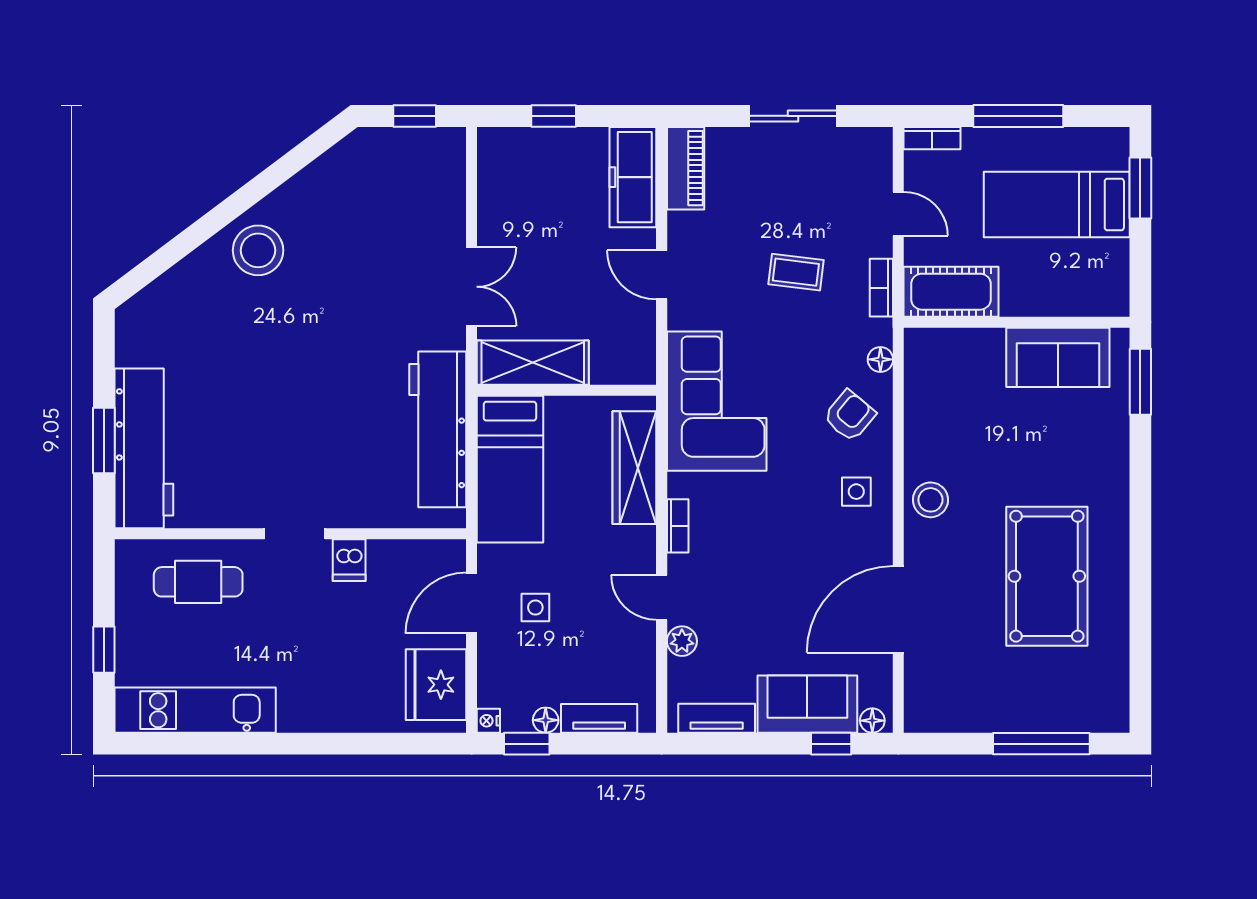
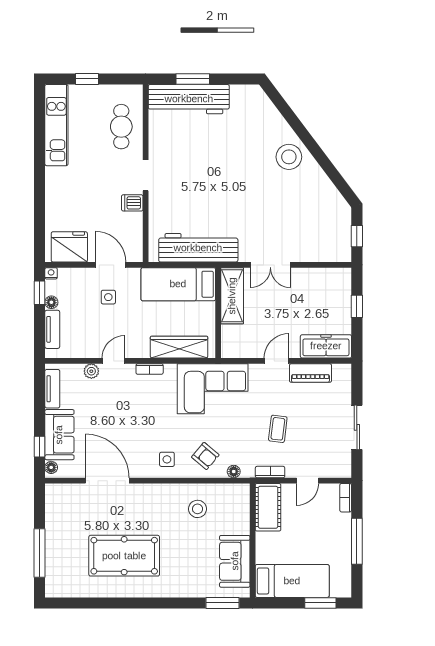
piano: (686, 168) -> (310, 373), moved
bed: (1057, 204) -> (292, 581), moved, turned 90
stool: (930, 500) -> (198, 509), moved

